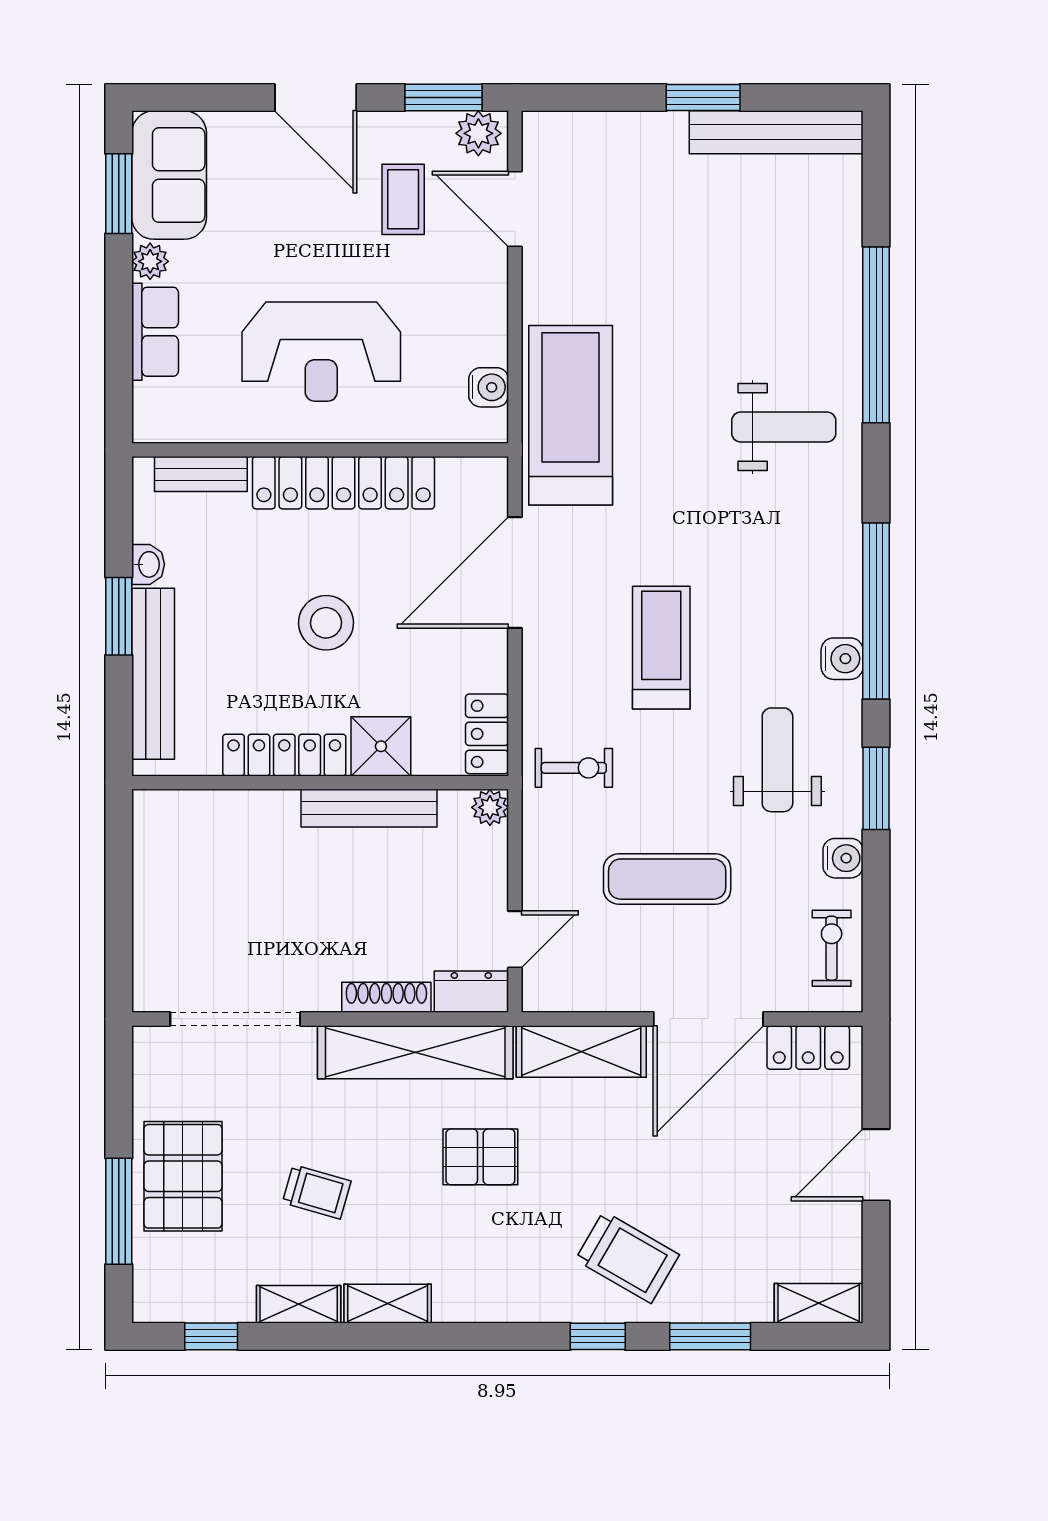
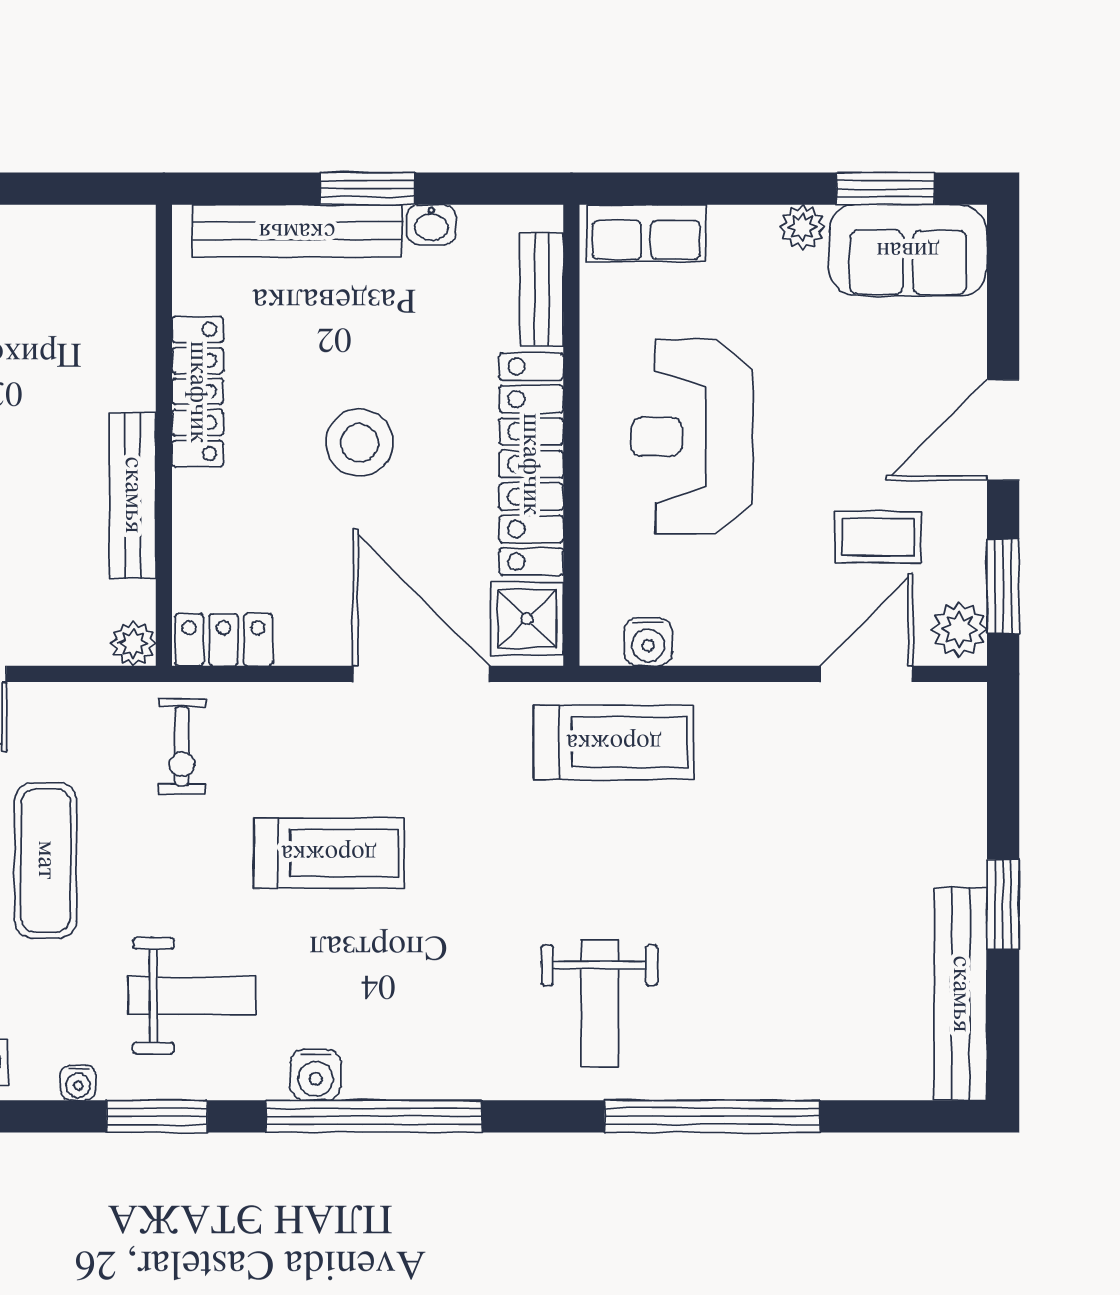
row of seats: (155, 332) -> (646, 233), moved
treadmill: (571, 415) -> (614, 742), width x0.73, depth x0.73
shower: (381, 746) -> (527, 619), moved
water cooler: (843, 858) -> (78, 1083), width x0.72, depth x0.72

